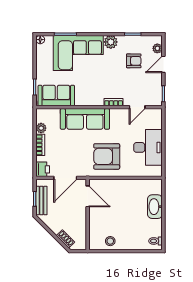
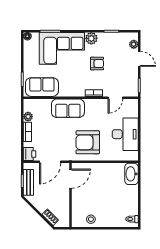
armchair: (134, 61) -> (97, 64), moved
door: (163, 64) -> (139, 59), swing flipped
sofa: (85, 119) -> (68, 108), width x0.73
door: (88, 196) -> (70, 179), hinge flipped
washbasin: (155, 207) -> (131, 174), moved

